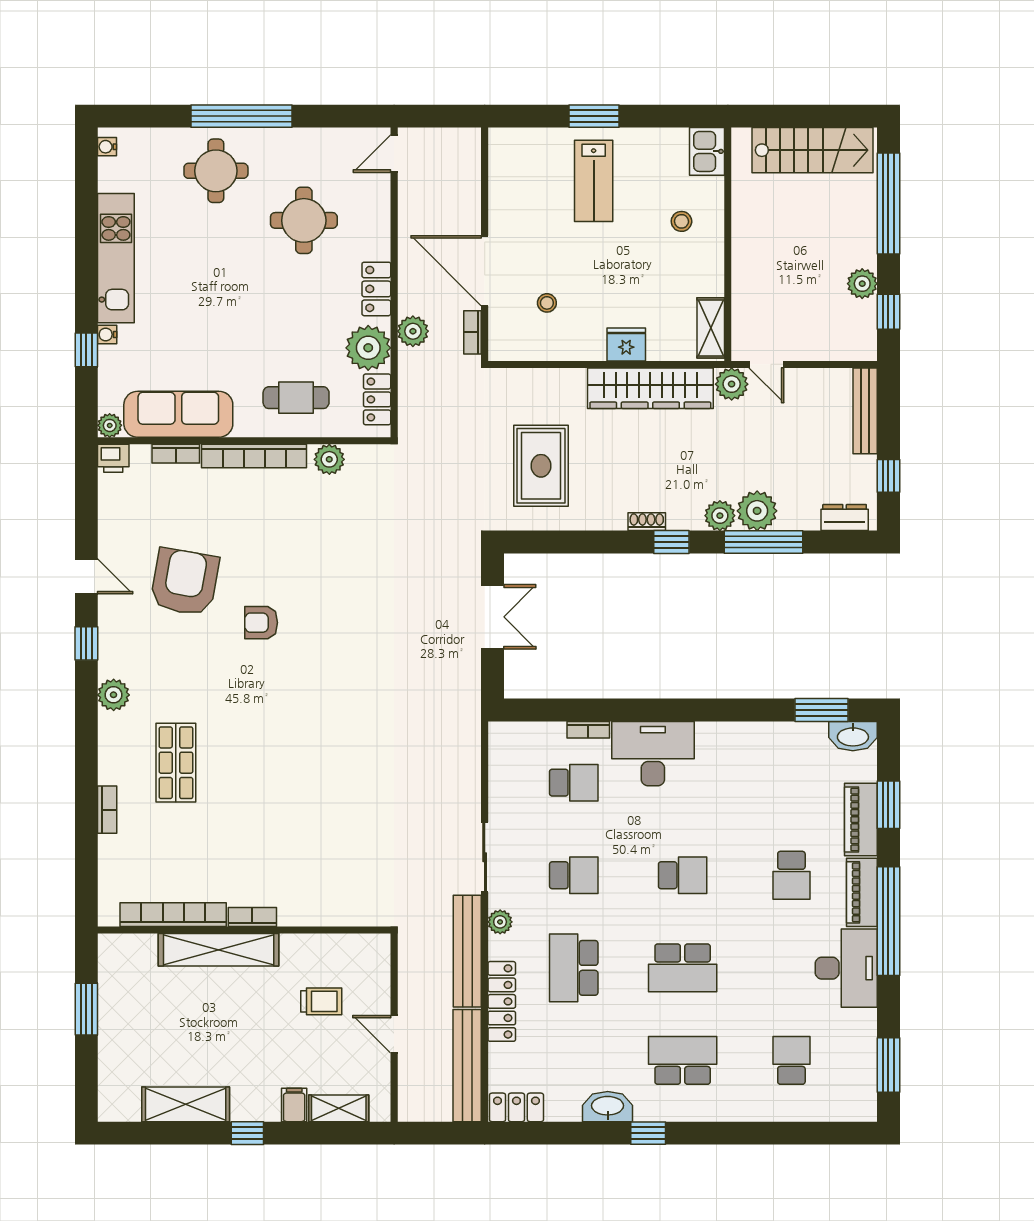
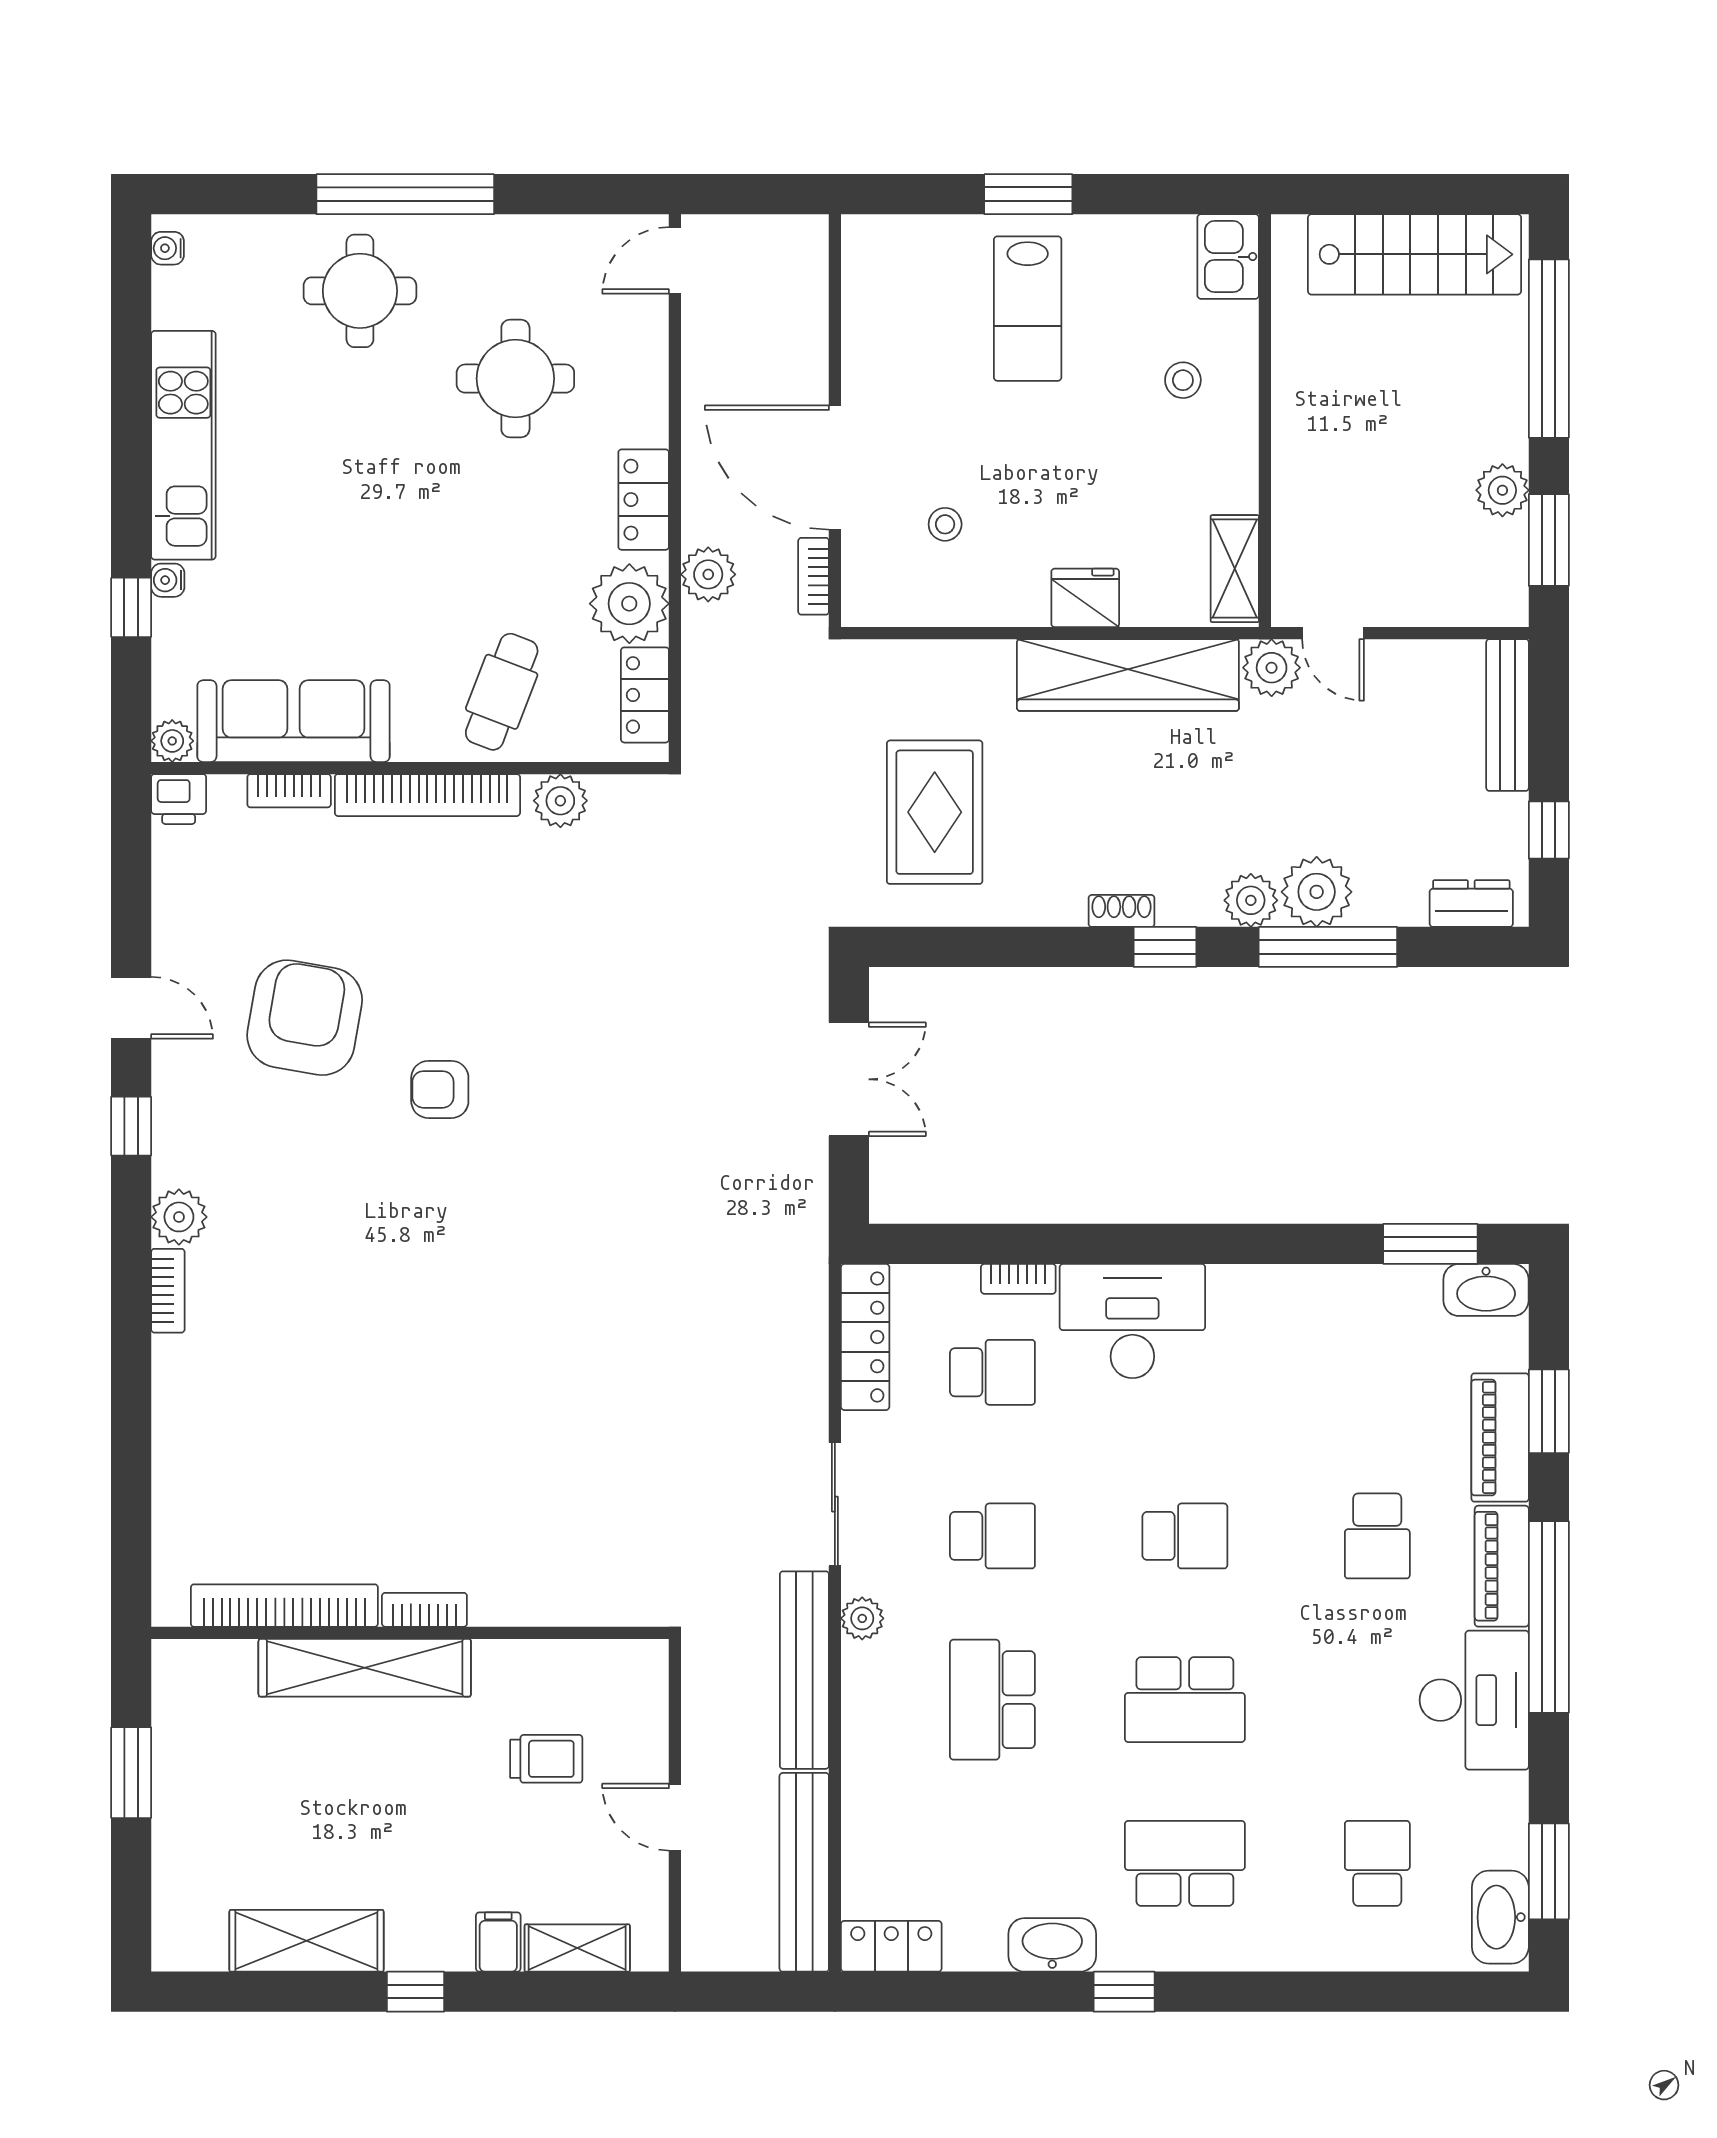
window: (888, 312) -> (1549, 540), width x1.50
cafe table: (296, 398) -> (502, 692), turned -69
shop shelf: (176, 763) -> (289, 1337), removed
bookcase: (107, 810) -> (168, 1291), moved
locker: (502, 1001) -> (865, 1337), moved
washbasin: (861, 1091) -> (1500, 1917), added

